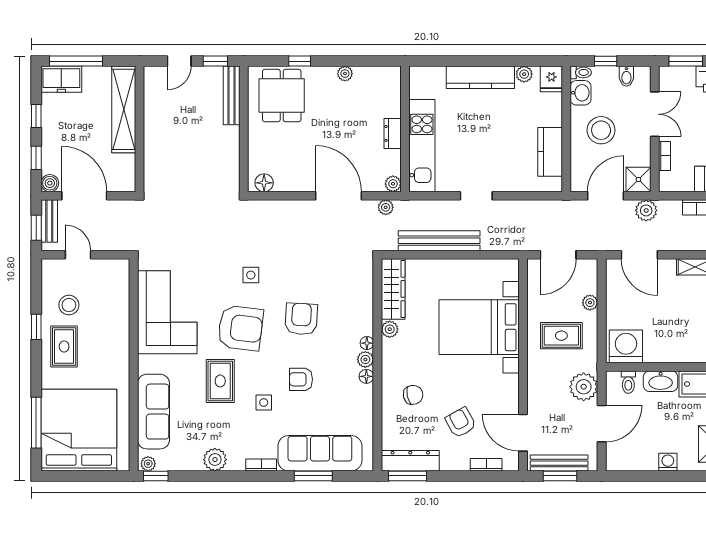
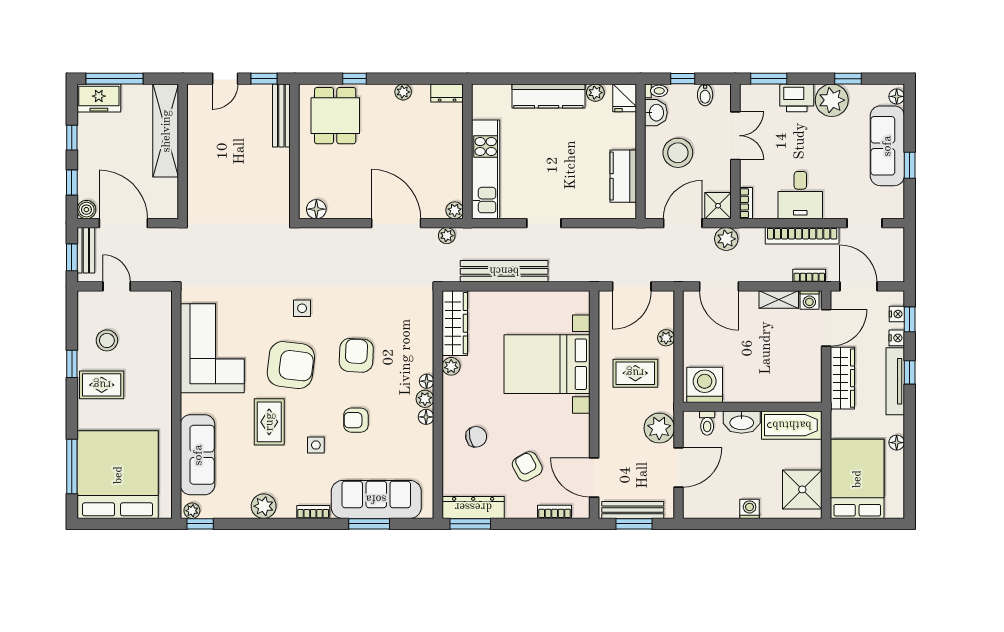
dresser: (393, 133) -> (447, 93), moved, turned -90
bookcase: (665, 156) -> (746, 203), moved
rug: (64, 346) -> (102, 385), turned 90

